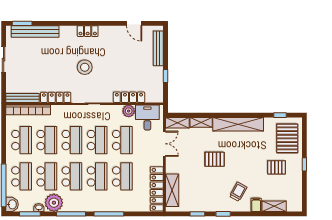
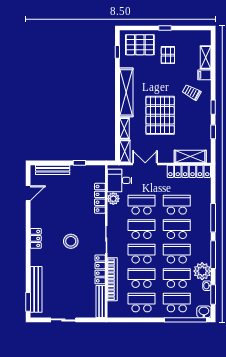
bookcase: (28, 110) -> (112, 279), moved
pallet: (215, 159) -> (160, 115), width x2.05, depth x2.00

